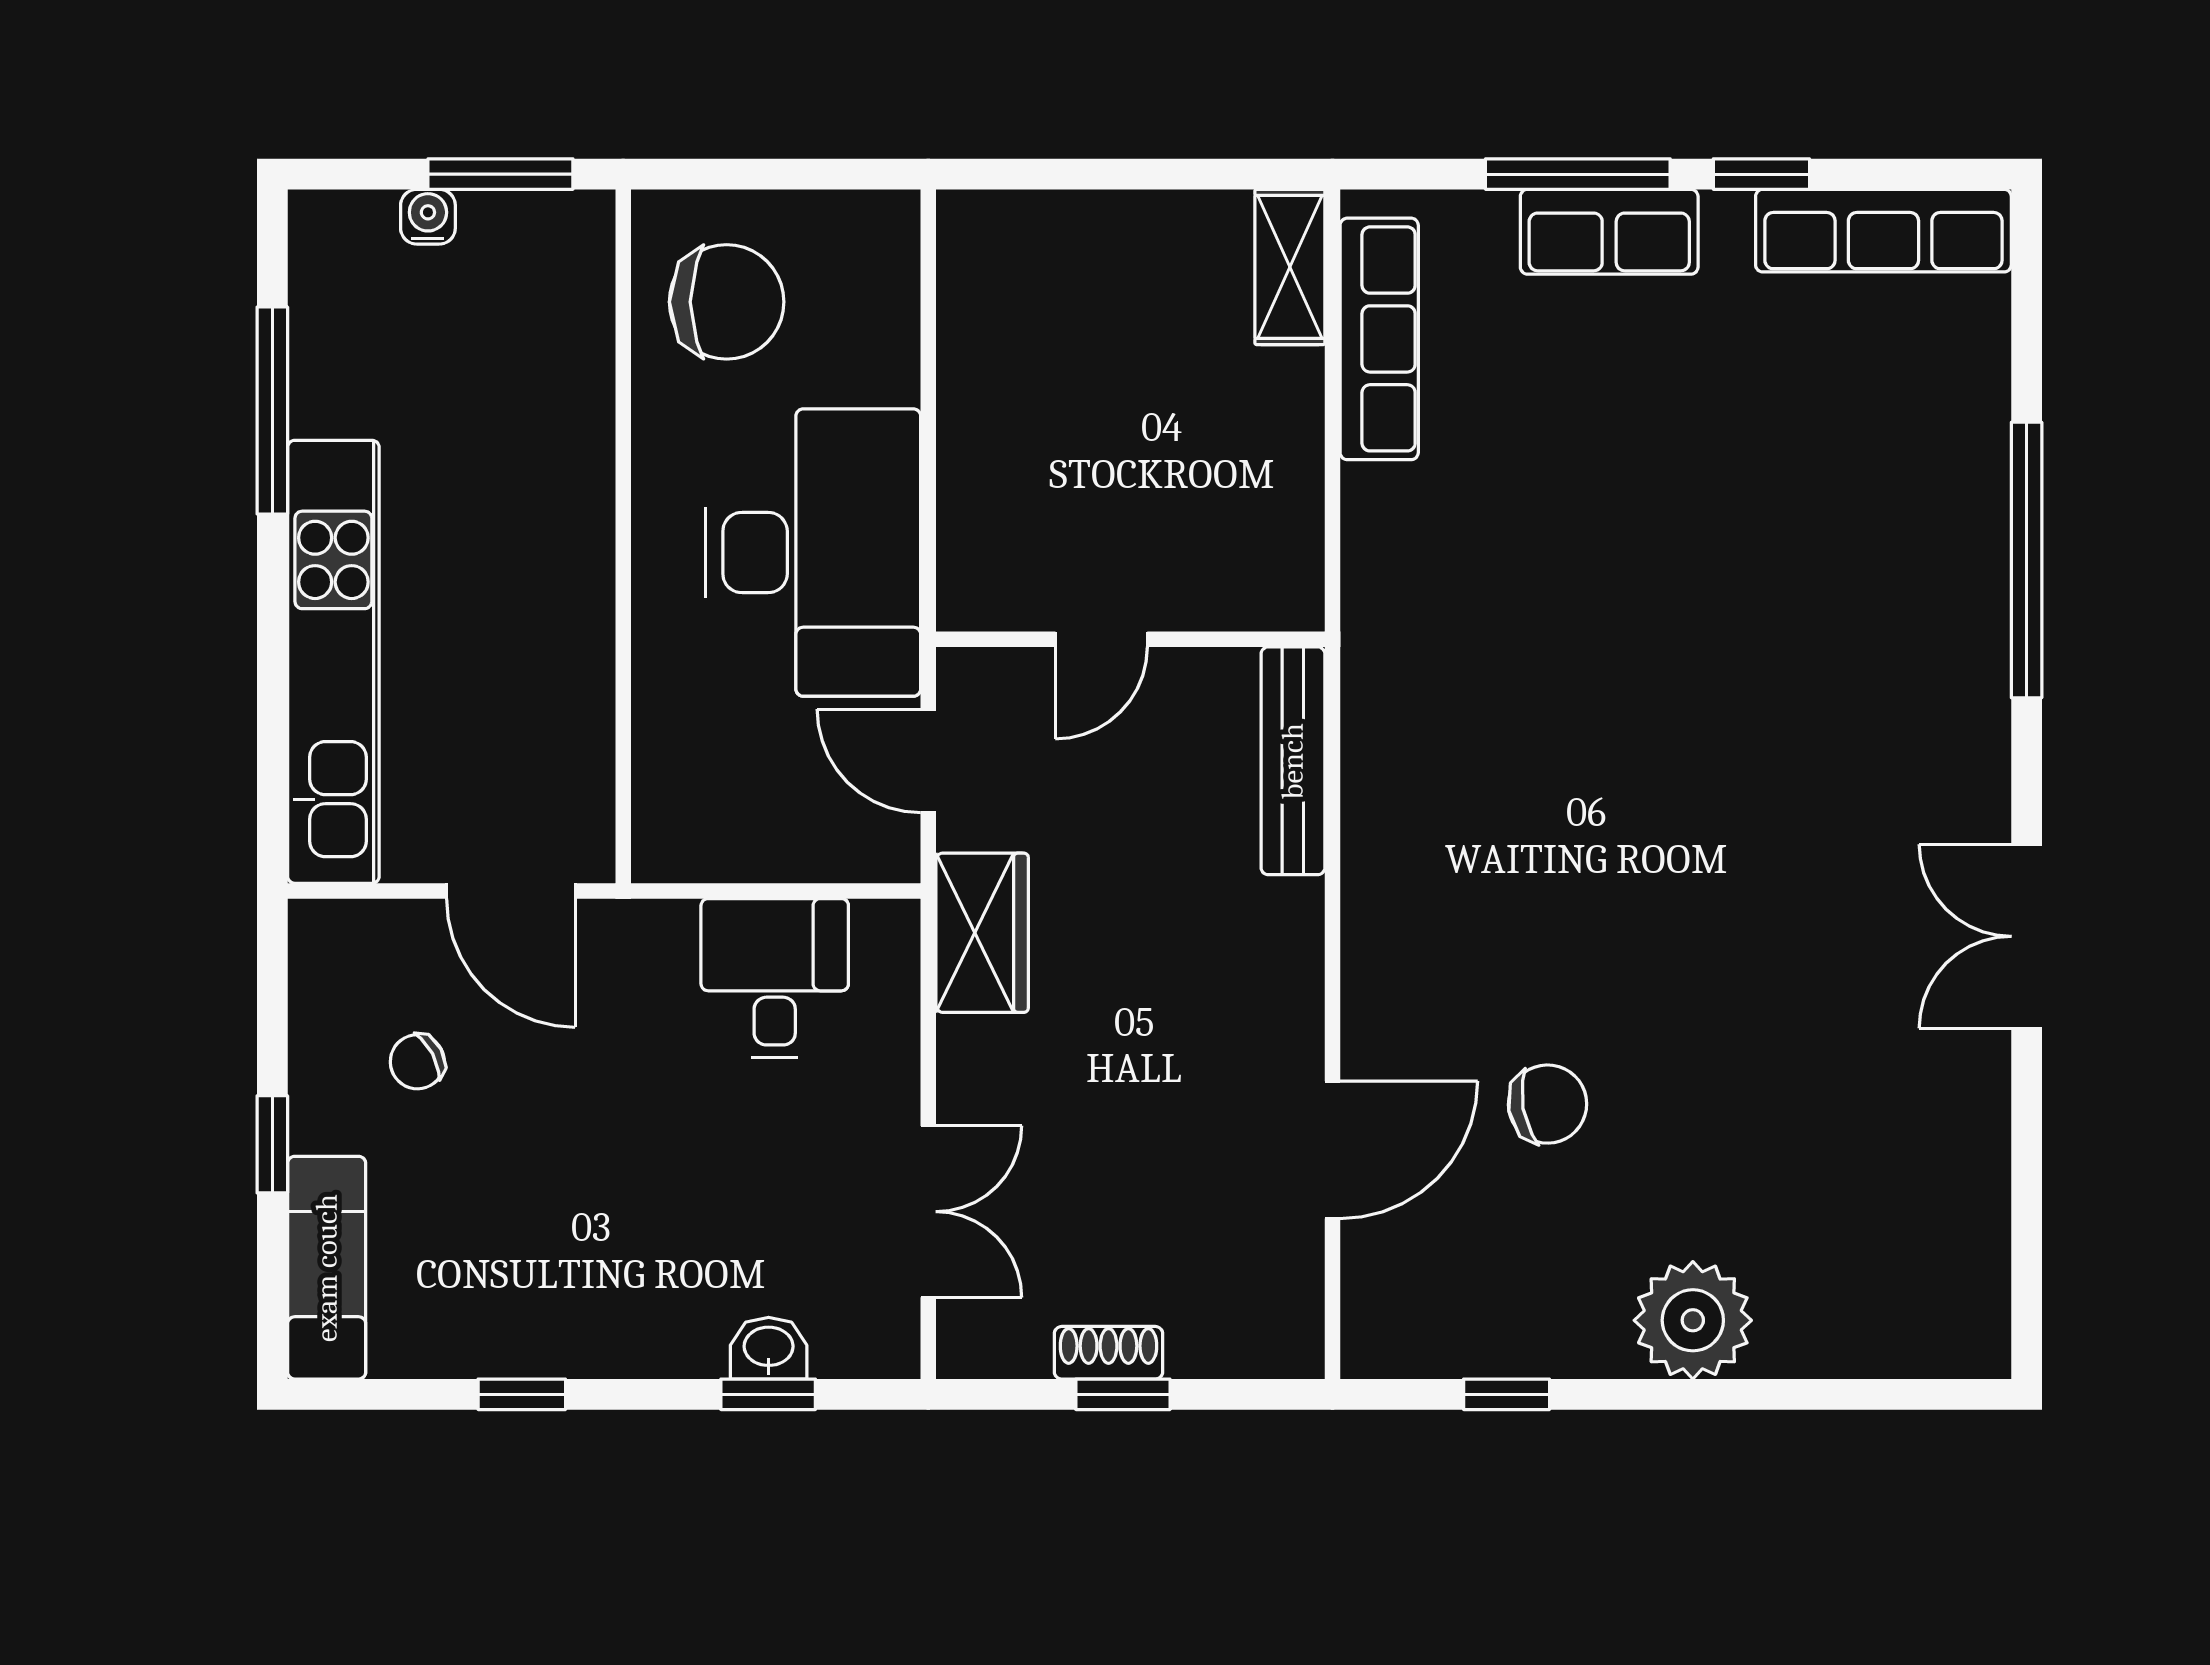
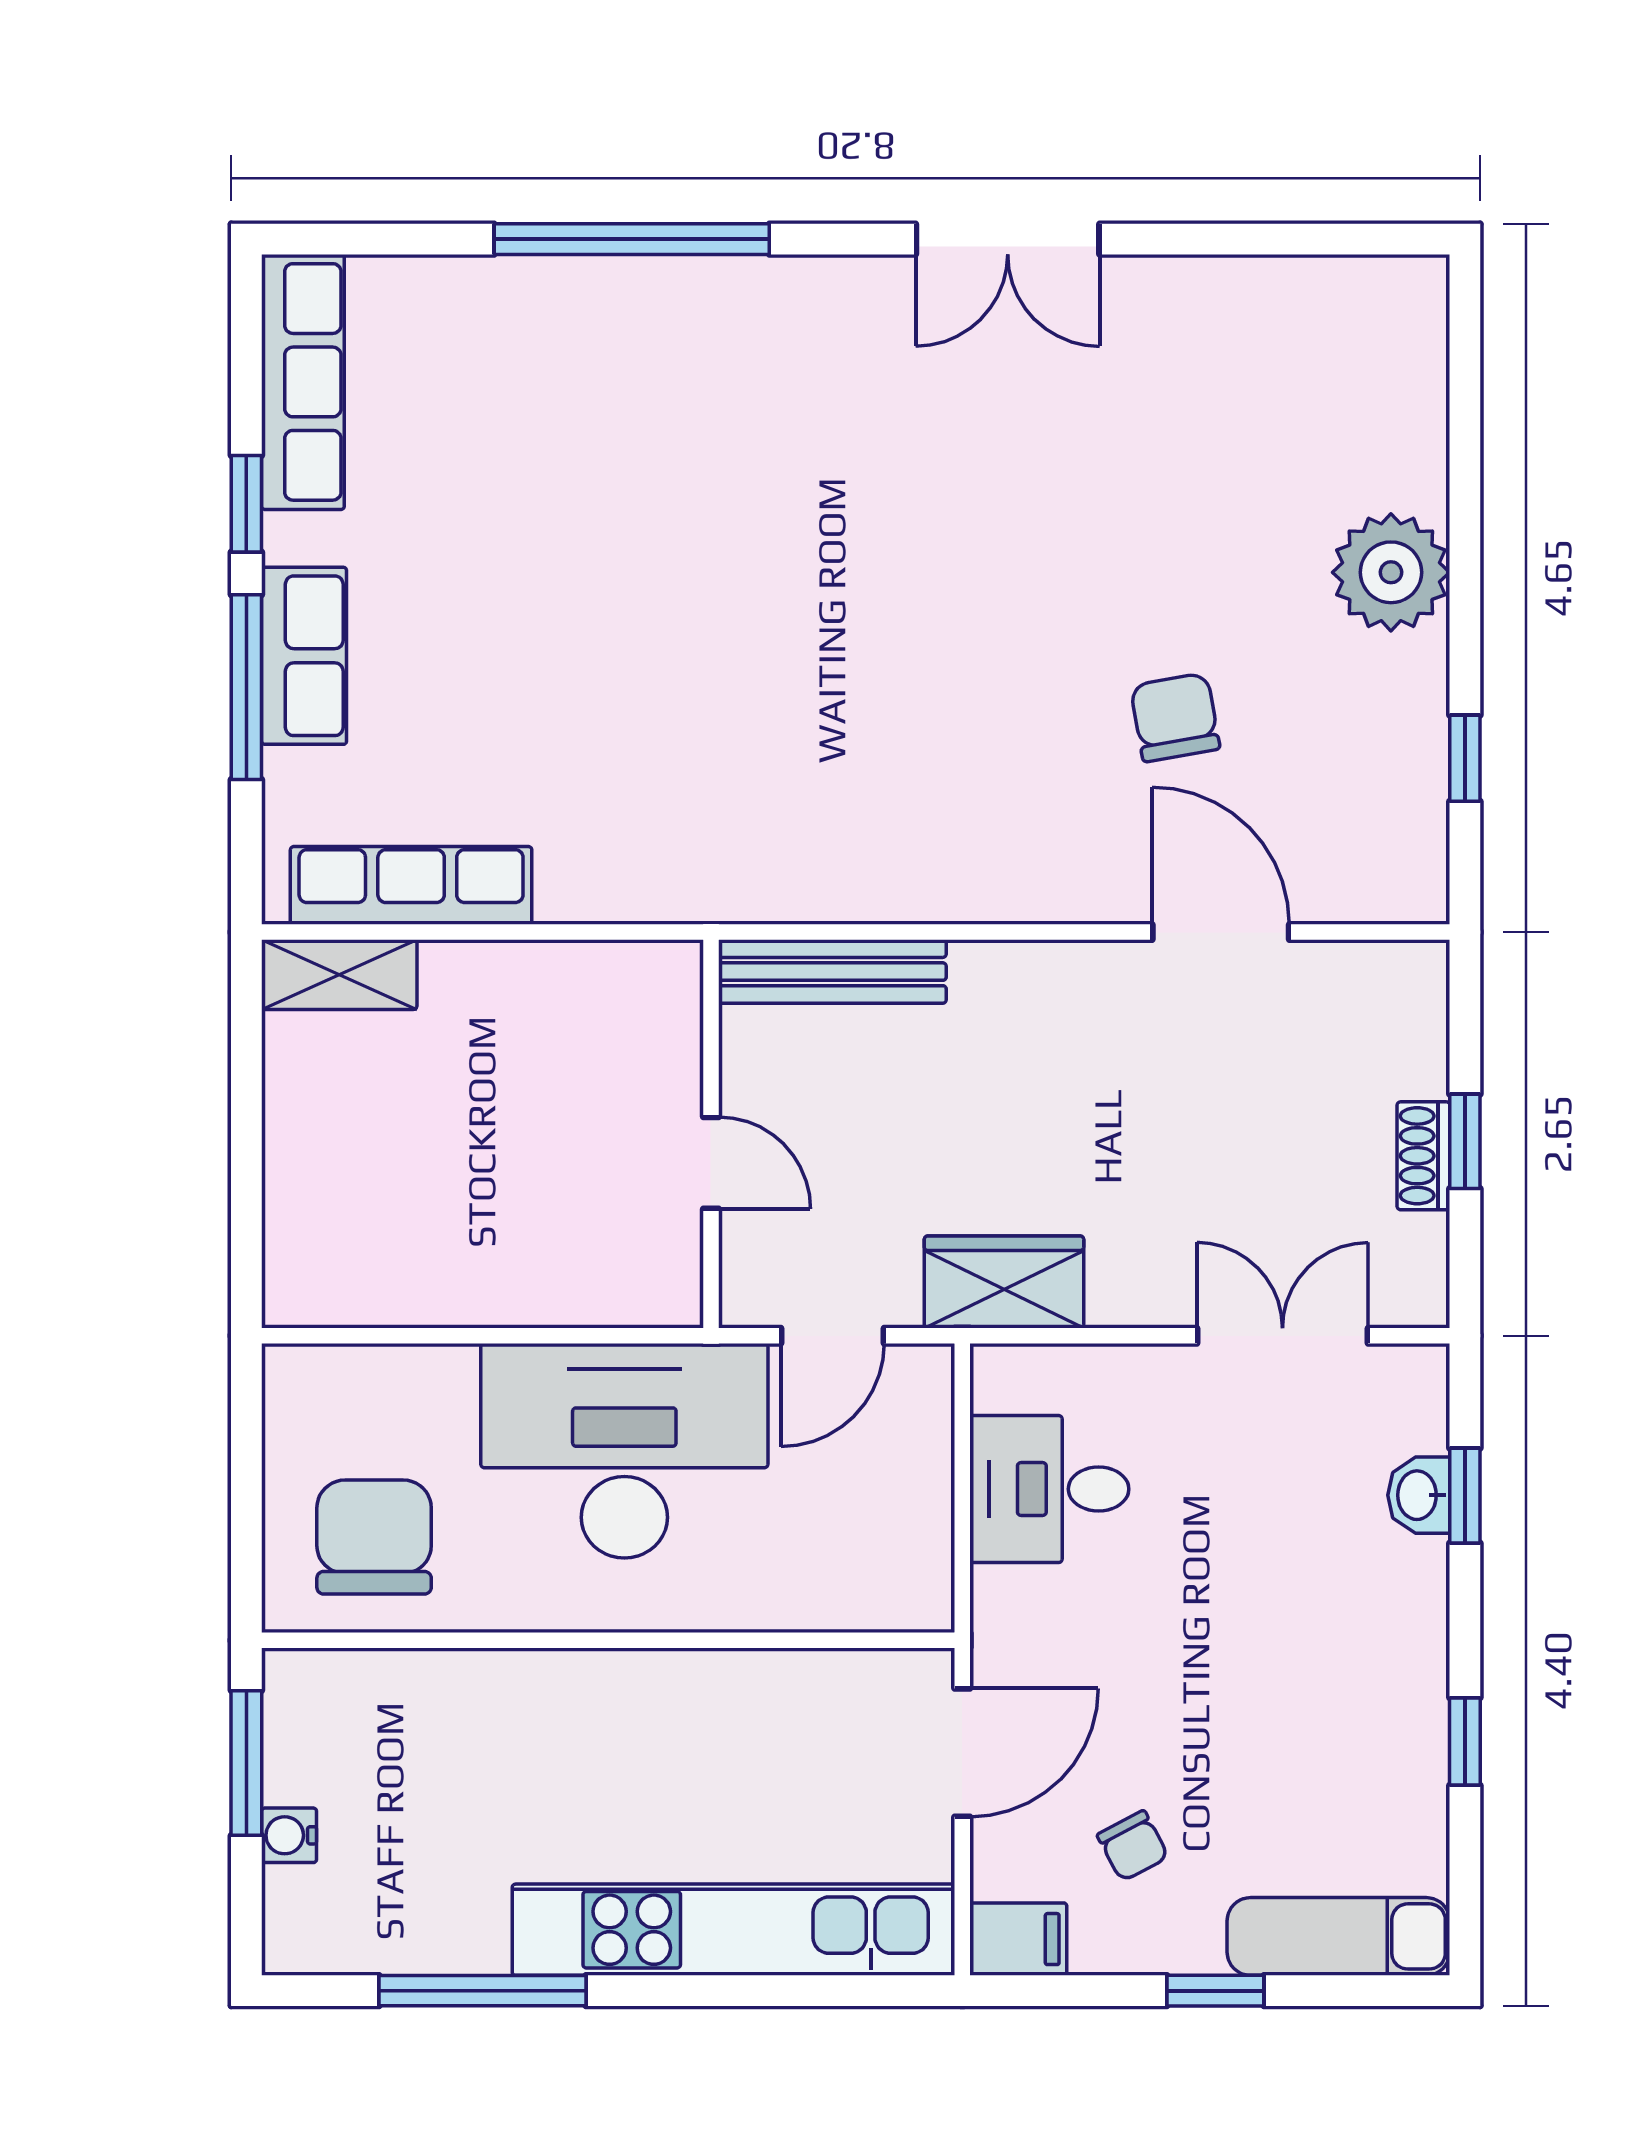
filing cabinet: (324, 947) -> (1018, 1939), added

